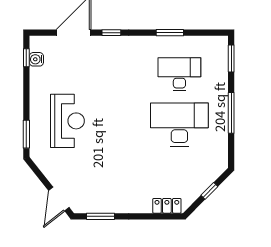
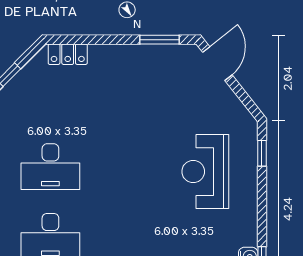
desk: (179, 124) -> (50, 167), width x0.73, depth x0.77
window: (26, 134) -> (262, 153), width x0.67

